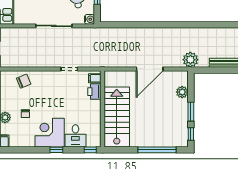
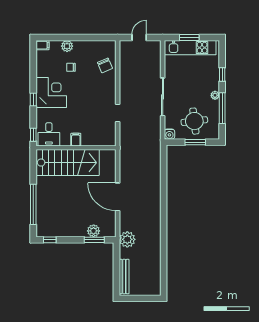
filing cabinet: (95, 78) -> (76, 140), moved
printer: (94, 92) -> (94, 139), removed
window: (191, 112) -> (94, 240), moved
desk: (75, 136) -> (49, 134), moved, turned -90

